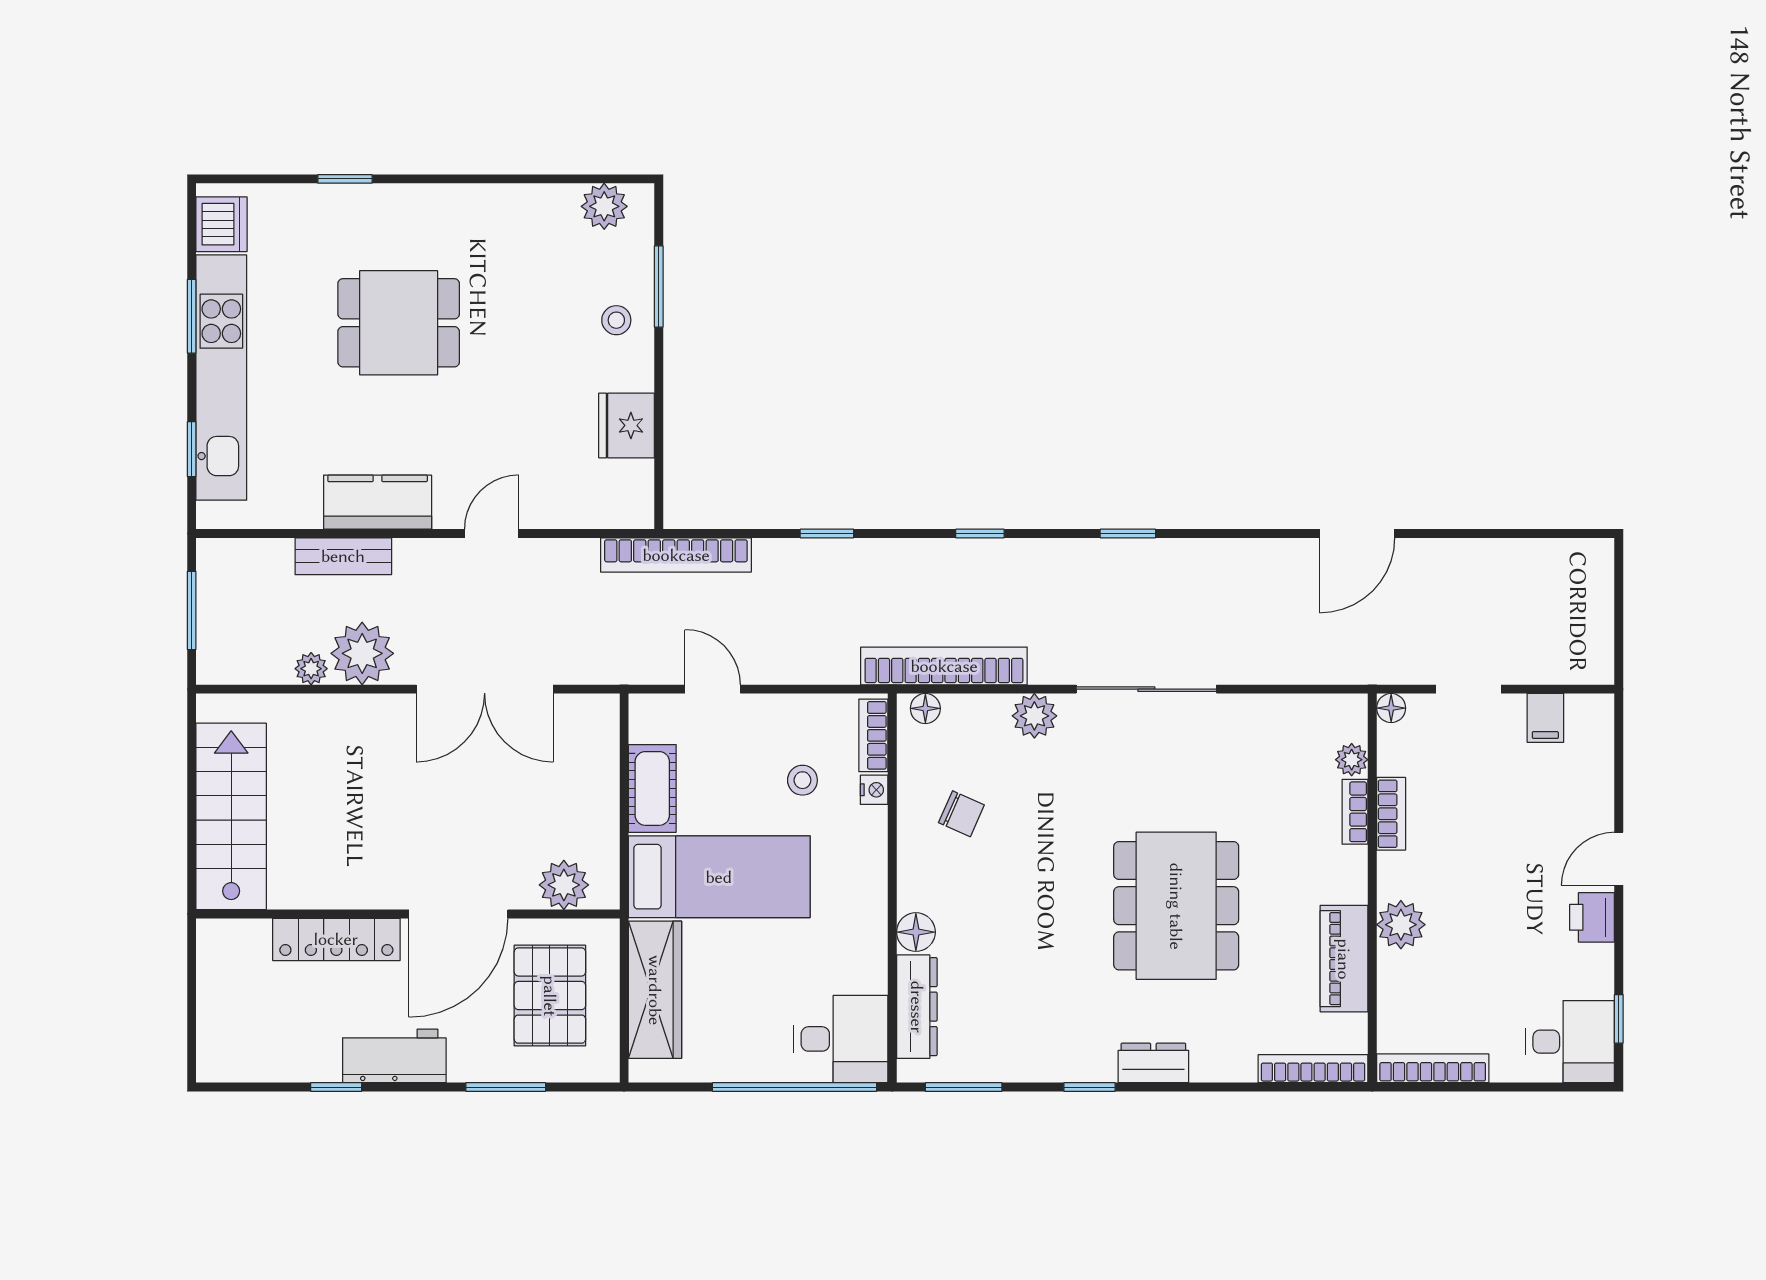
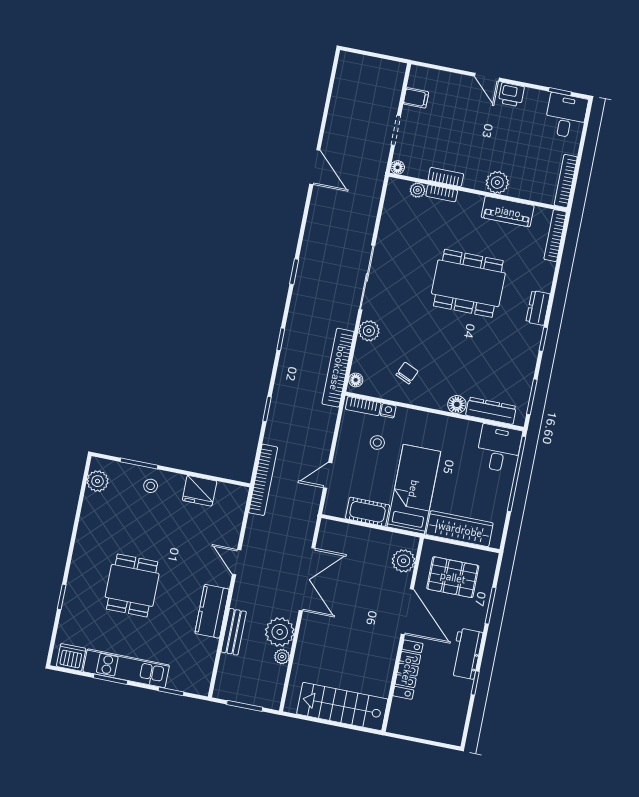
kitchen unit: (221, 378) -> (126, 668), width x0.73

